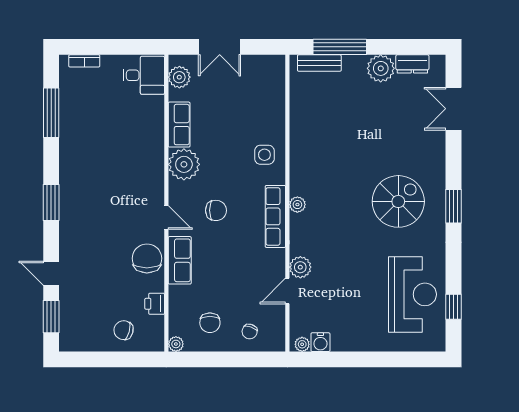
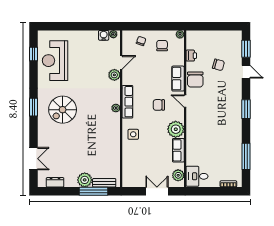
plant: (381, 68) -> (85, 180), moved
chair: (124, 330) -> (218, 65), moved

